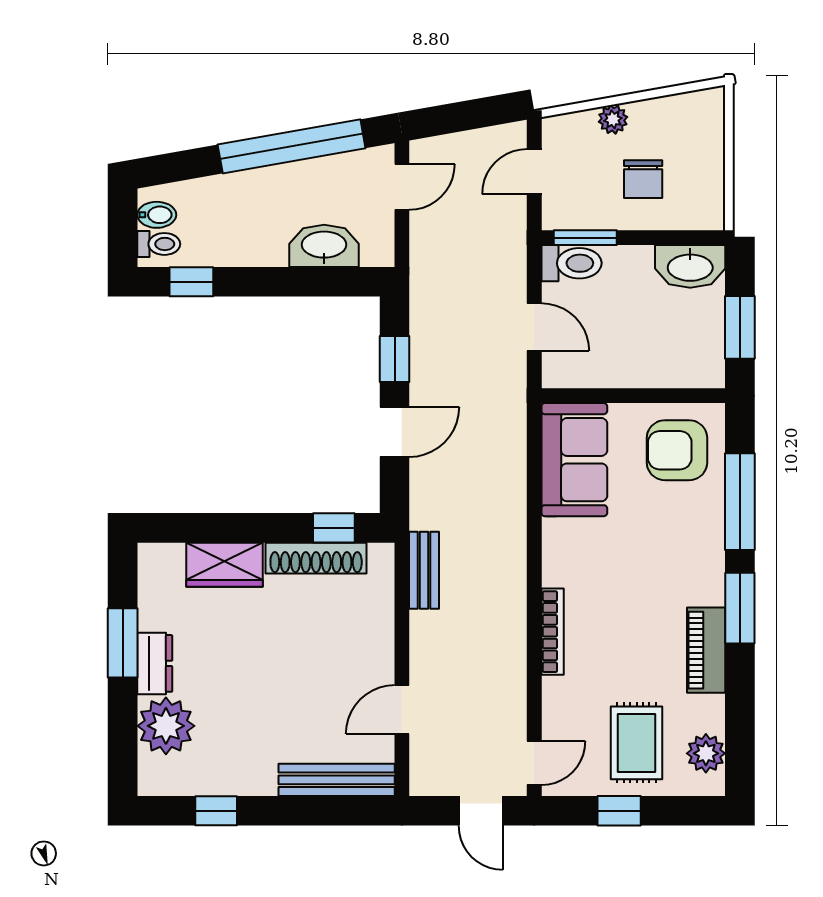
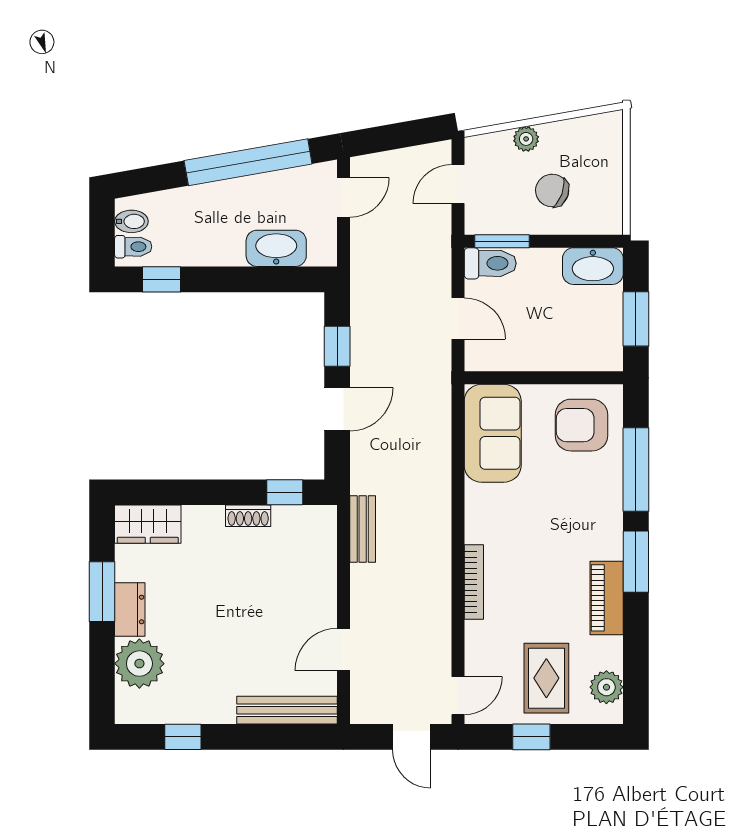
chair: (643, 179) -> (552, 191), turned 110
shoe rack: (316, 558) -> (248, 516), width x0.51, depth x0.81
wardrobe: (225, 565) -> (148, 524), moved

